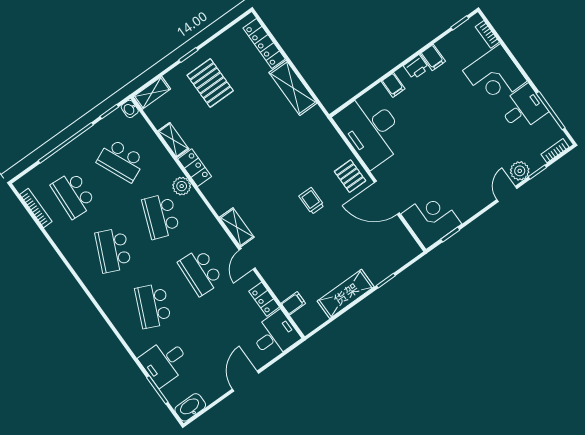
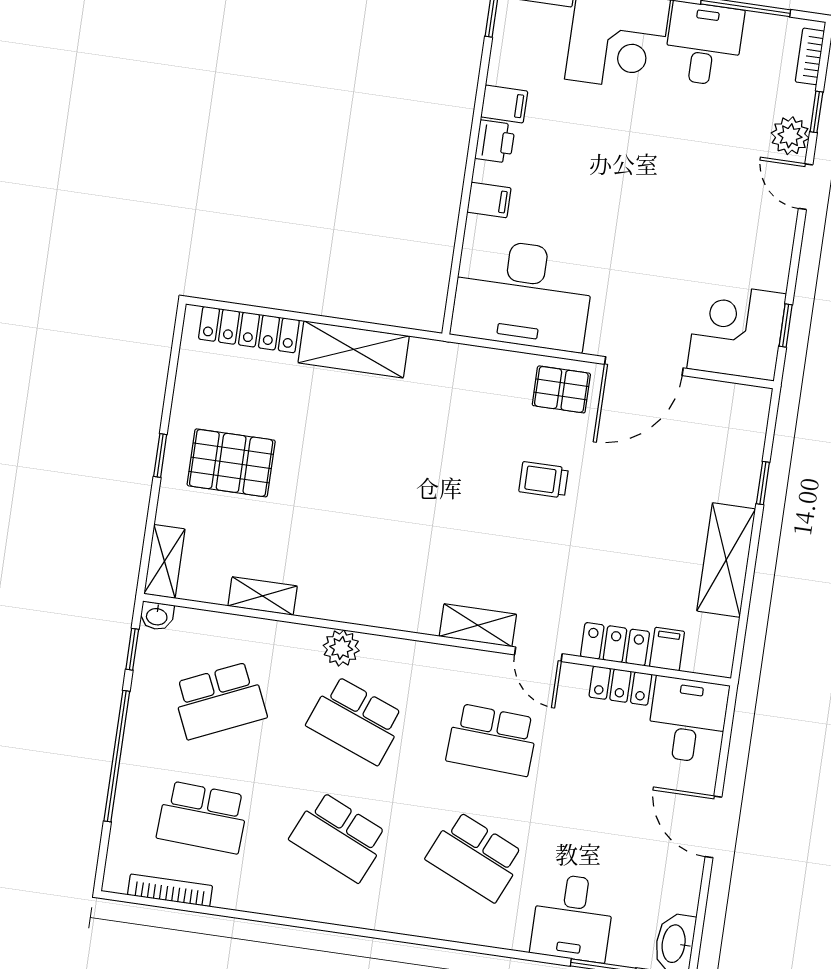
locker: (195, 168) -> (615, 644), moved

